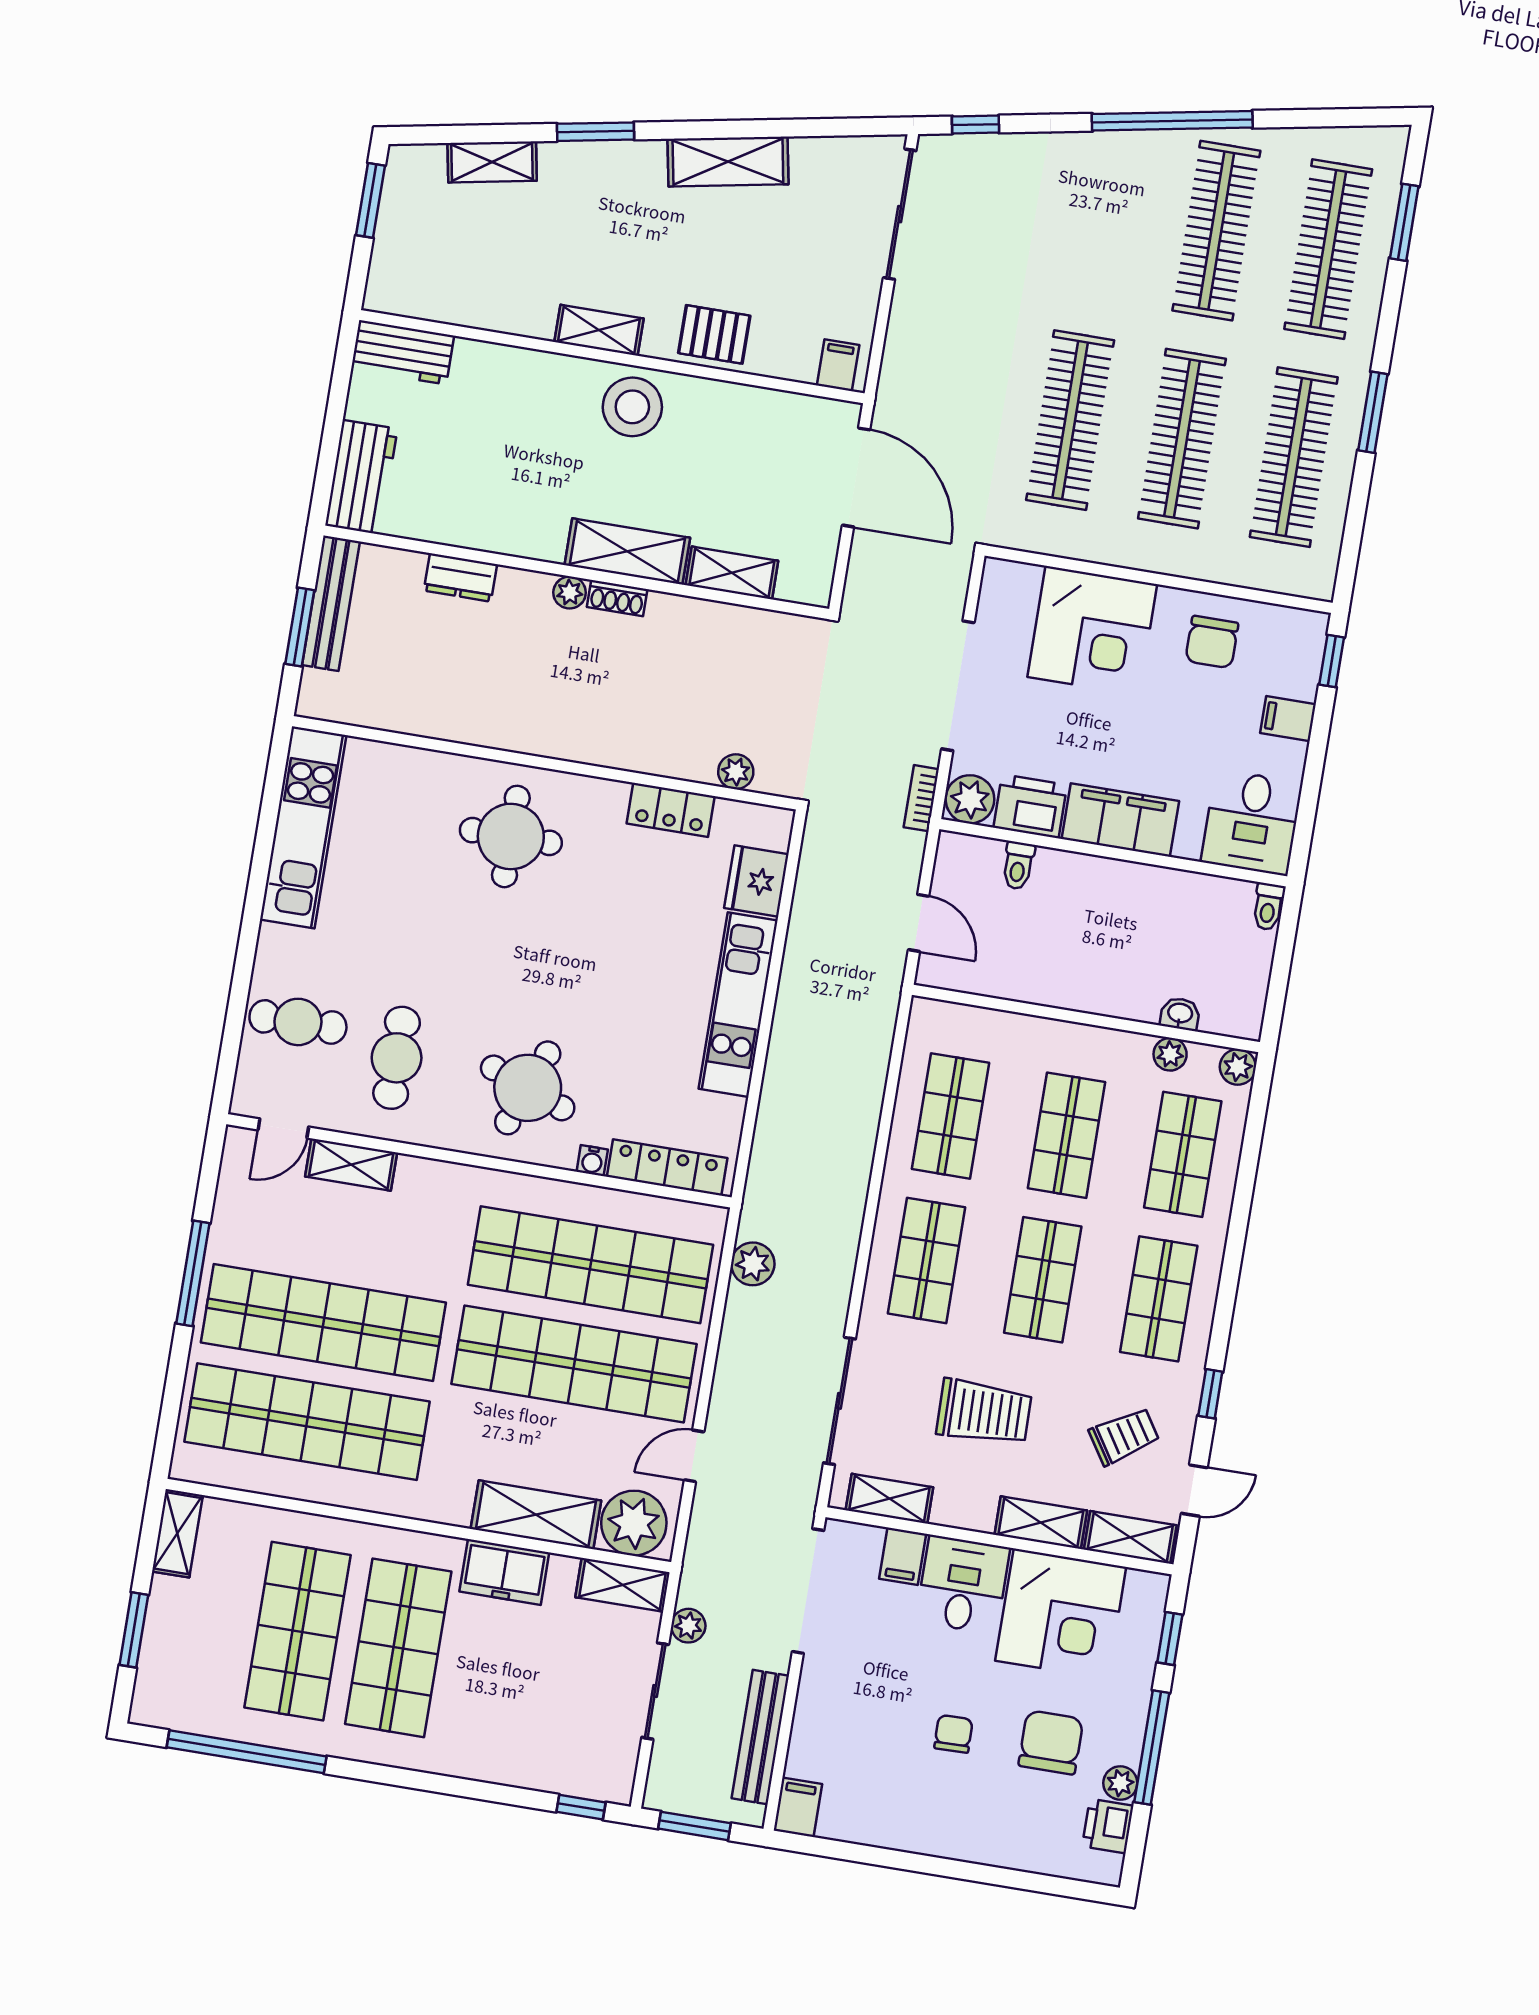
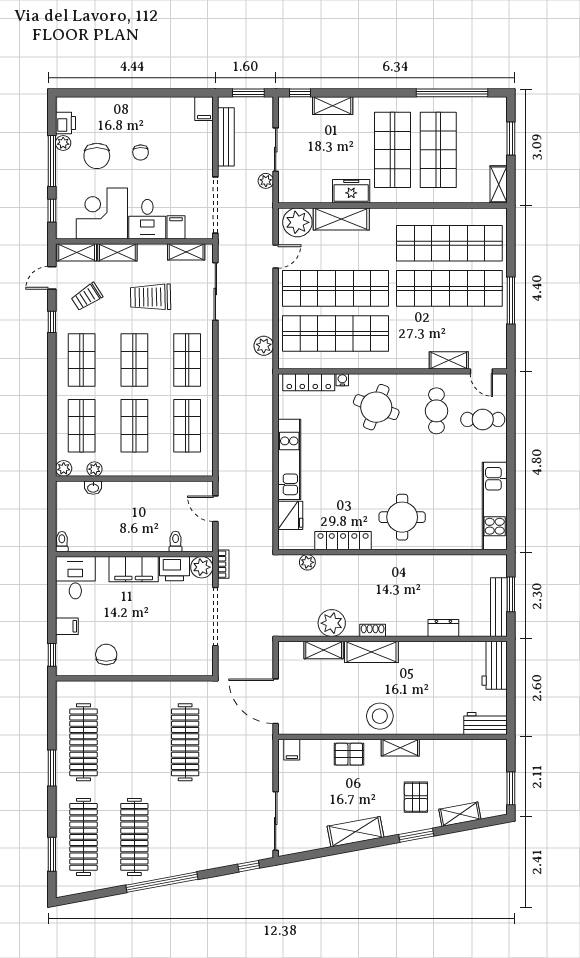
pallet: (582, 215) -> (416, 797), added
clothes rail: (1182, 439) -> (134, 742), removed
plant: (570, 592) -> (332, 623), moved, width x1.88, depth x1.88
corner desk: (1092, 631) -> (160, 651), removed
locker: (671, 810) -> (343, 541), width x1.53
door: (283, 1128) -> (481, 371), swing flipped
shelving: (623, 1585) -> (333, 106), moved

